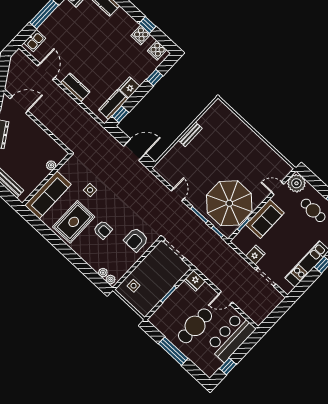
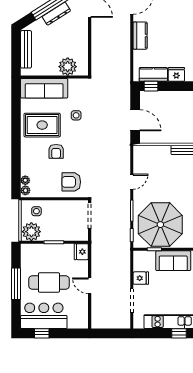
plant: (51, 165) -> (68, 67), width x1.88, depth x1.88
plant: (145, 304) -> (31, 232), added
bar counter: (231, 337) -> (44, 316), moved

